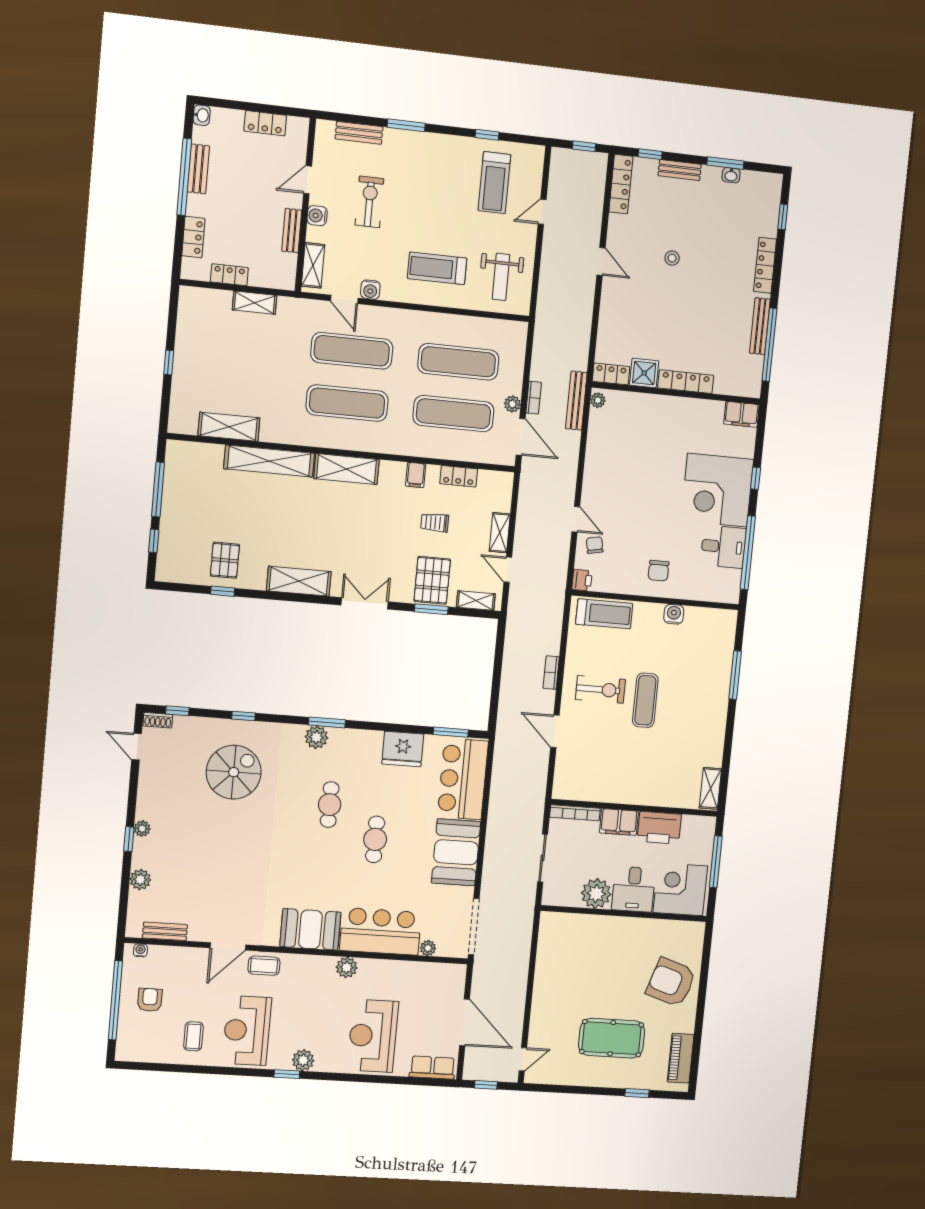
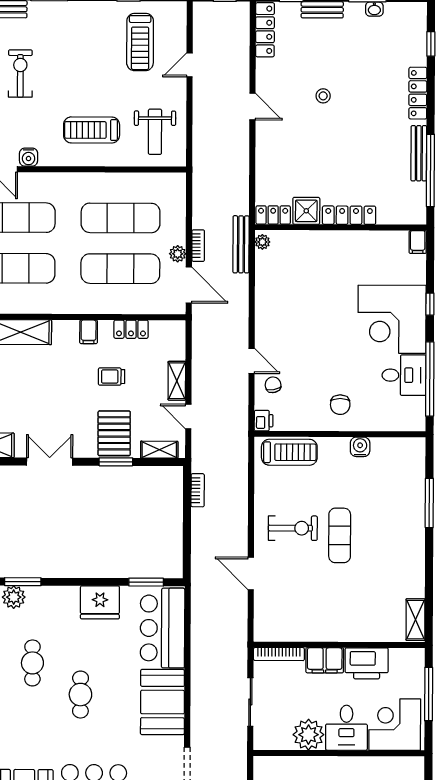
filing cabinet: (742, 414) -> (418, 242), width x0.50
bookcase: (551, 673) -> (198, 490), moved, turned 180

